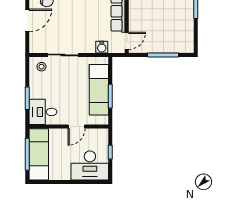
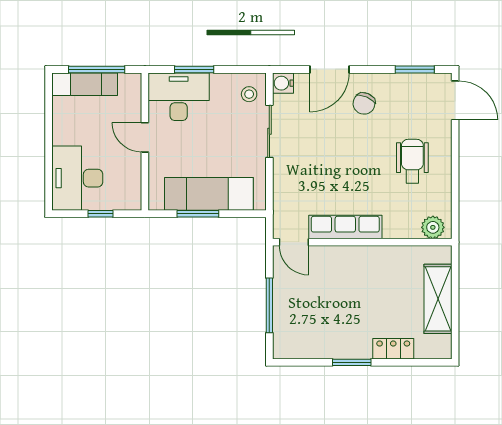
door: (27, 20) -> (329, 69), hinge flipped
water cooler: (102, 47) -> (283, 83), moved
desk: (43, 112) -> (179, 97), width x1.37
door: (77, 127) -> (145, 137), moved
exam couch: (39, 154) -> (85, 84), width x0.73, depth x0.69

